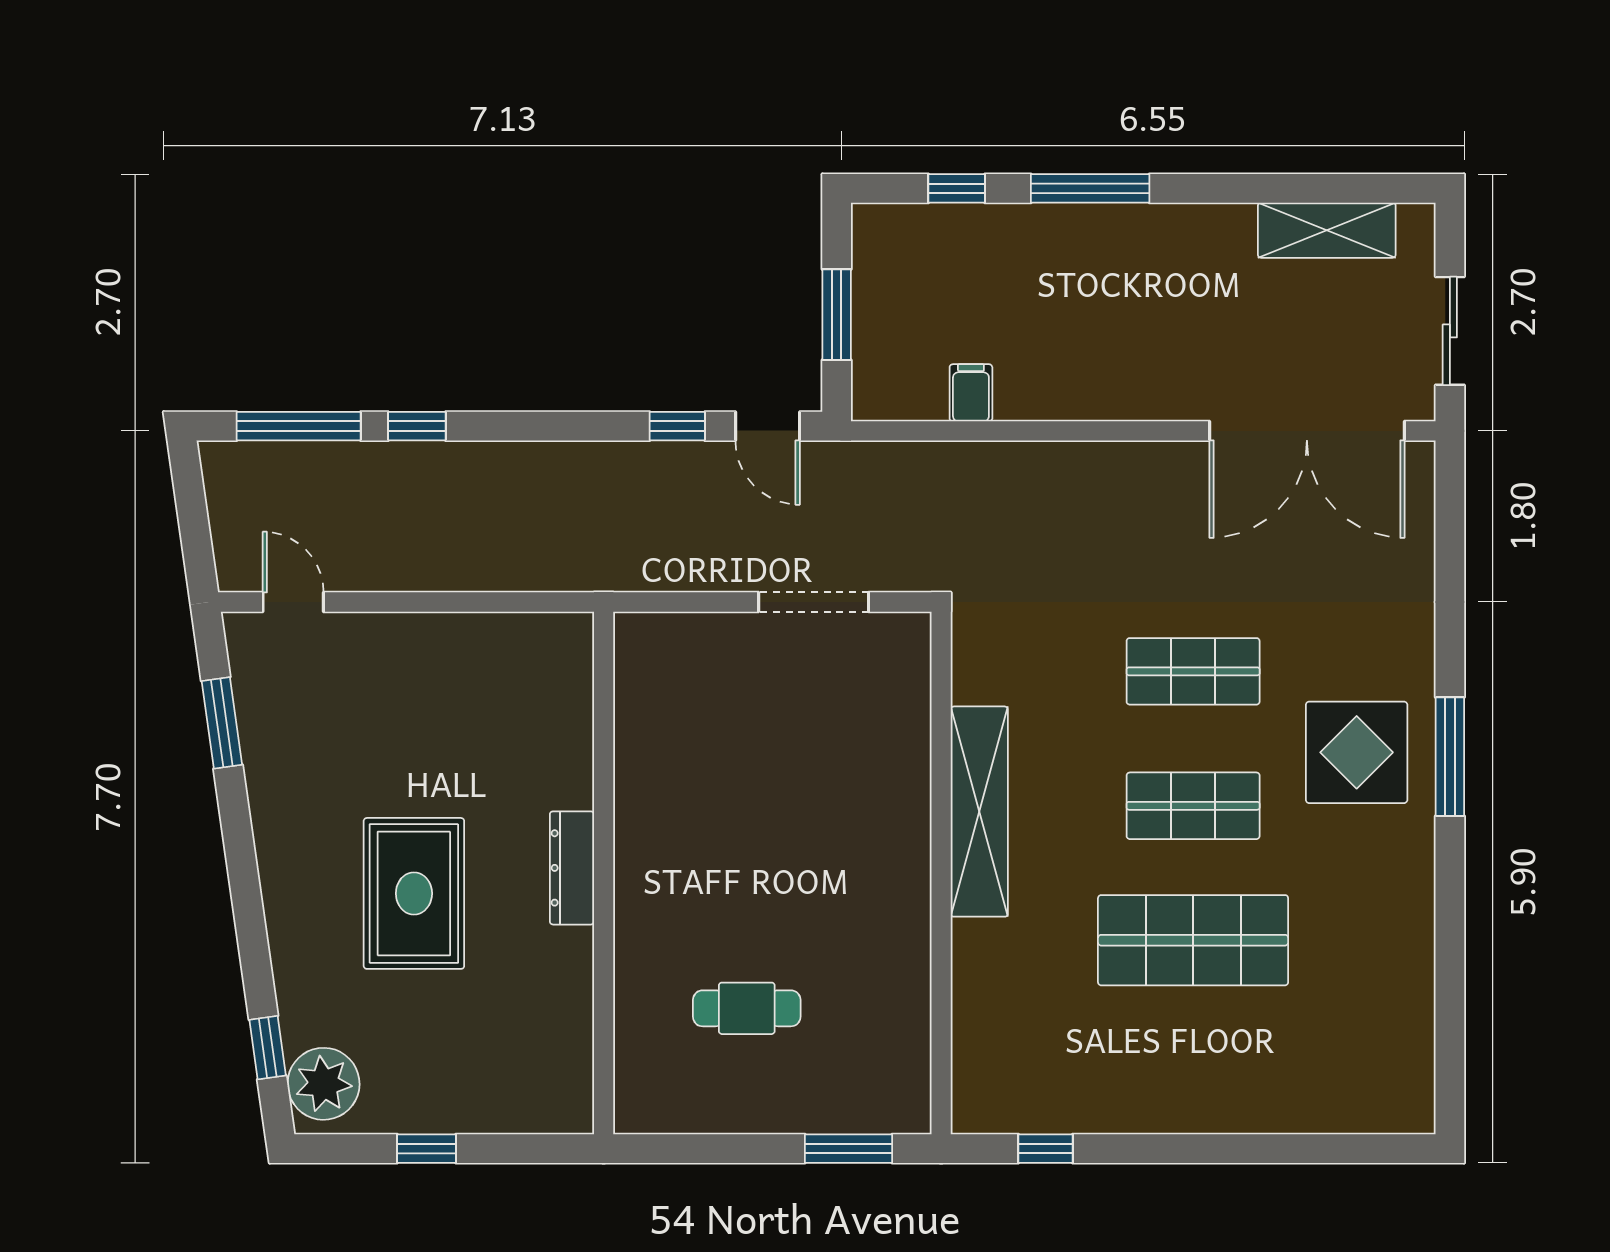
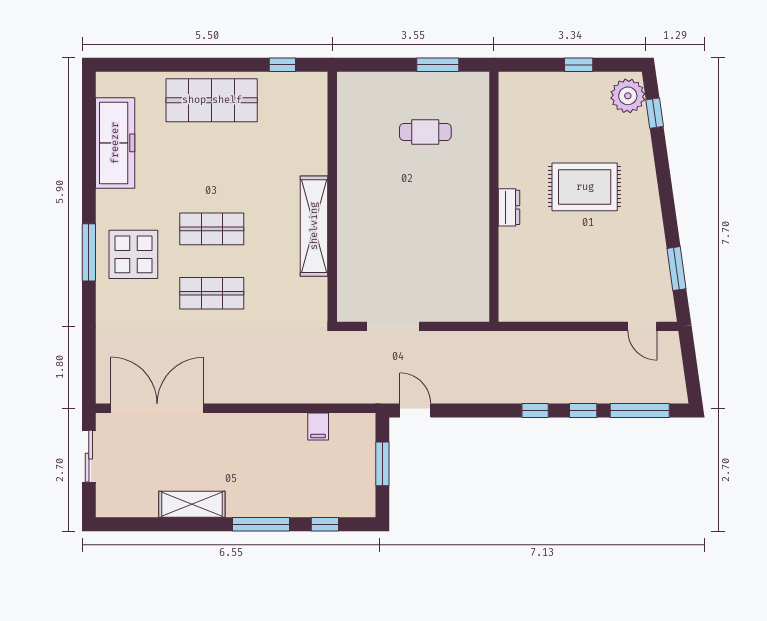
shelving: (1327, 230) -> (192, 504), moved
window: (677, 426) -> (535, 411), moved
dresser: (572, 868) -> (509, 207), width x0.70
rug: (414, 893) -> (585, 187), turned 90
shop shelf: (1193, 940) -> (212, 100), moved
freezer: (1395, 985) -> (115, 143), added
window: (849, 1149) -> (438, 65), moved

